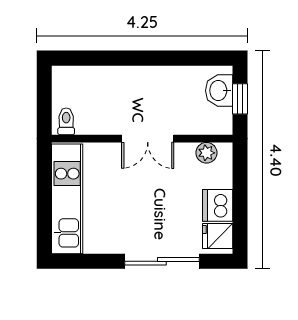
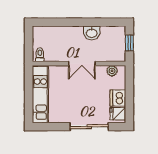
washbasin: (219, 91) -> (92, 33), moved, turned -90

